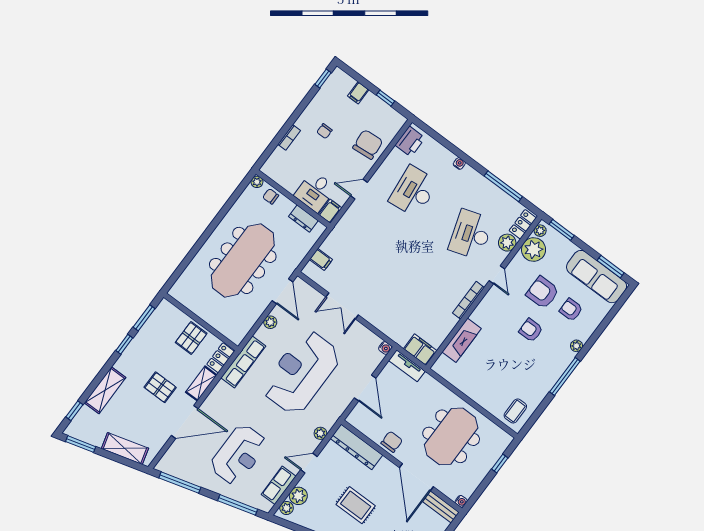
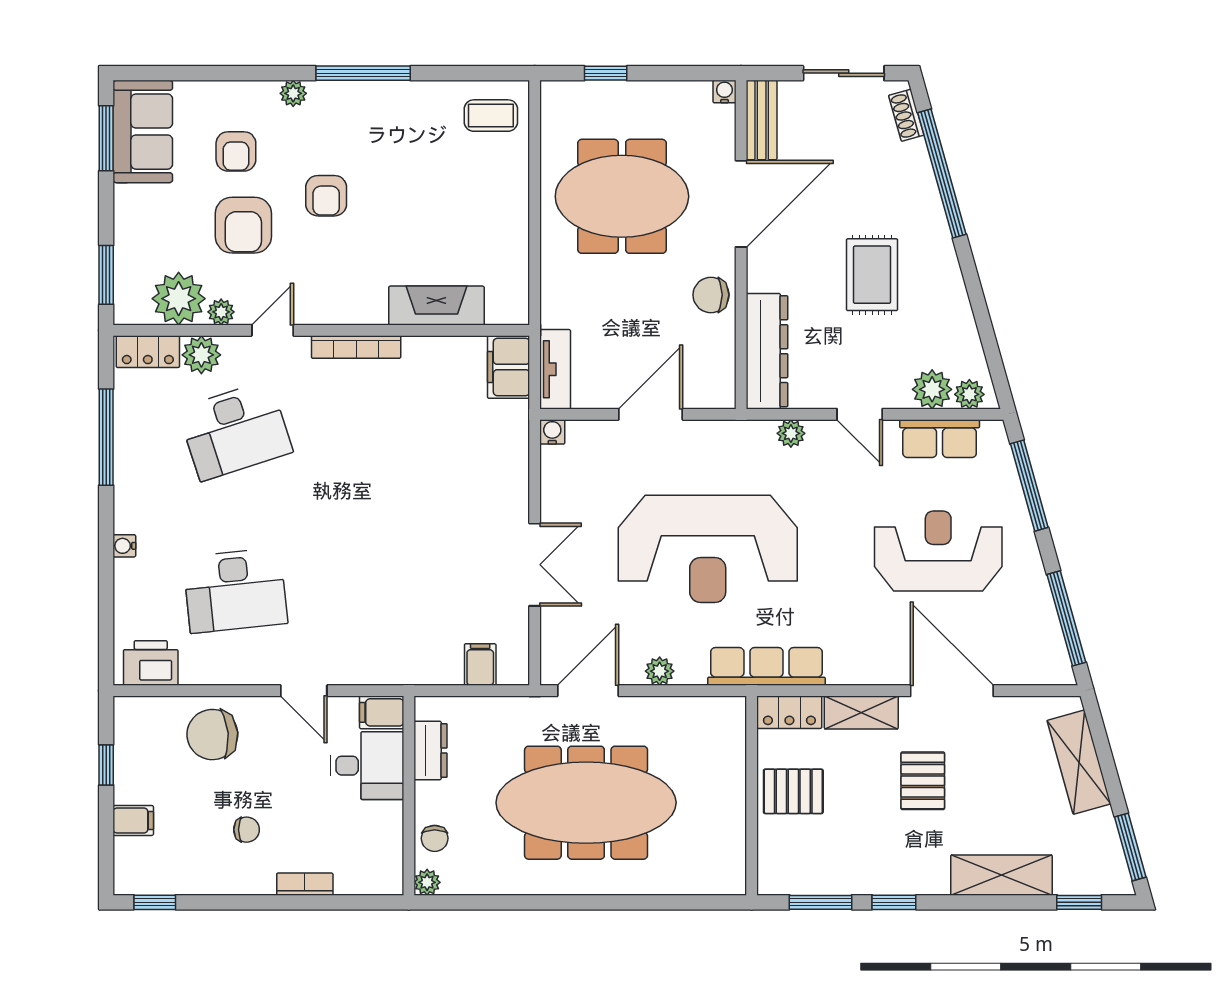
plant: (540, 231) -> (221, 312), moved
sofa: (597, 277) -> (143, 132), width x0.73

